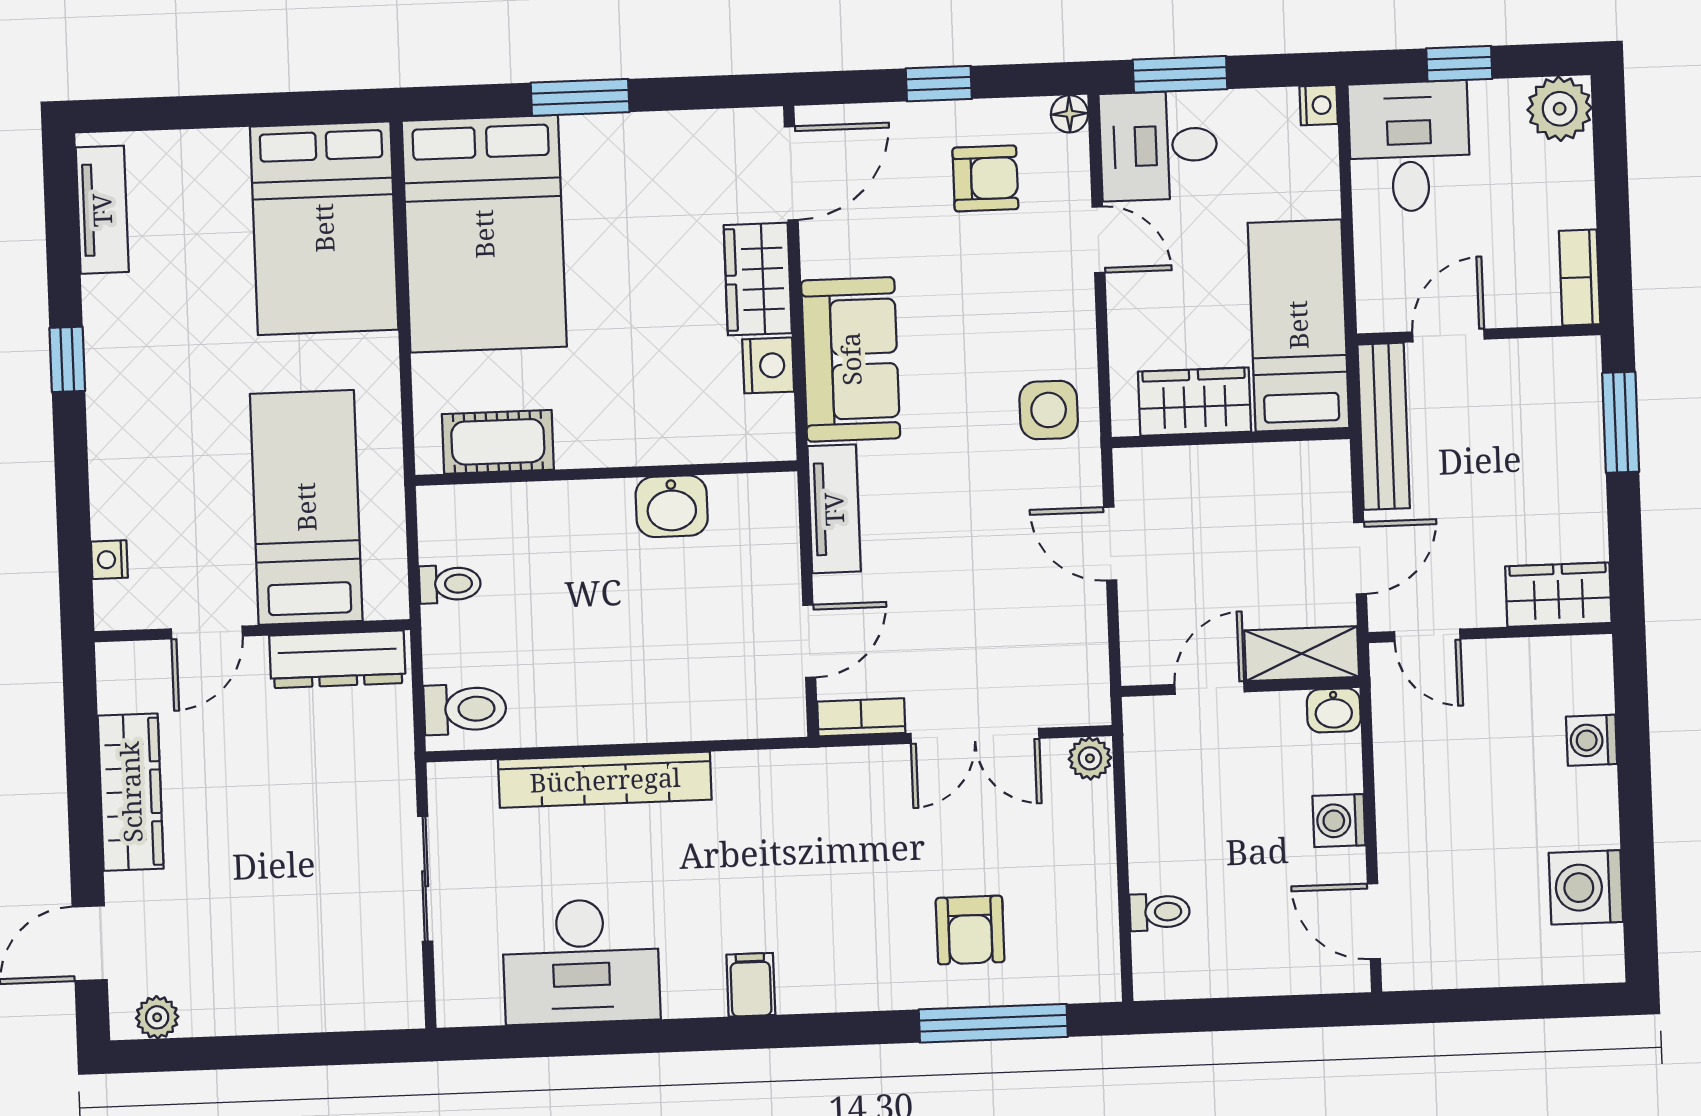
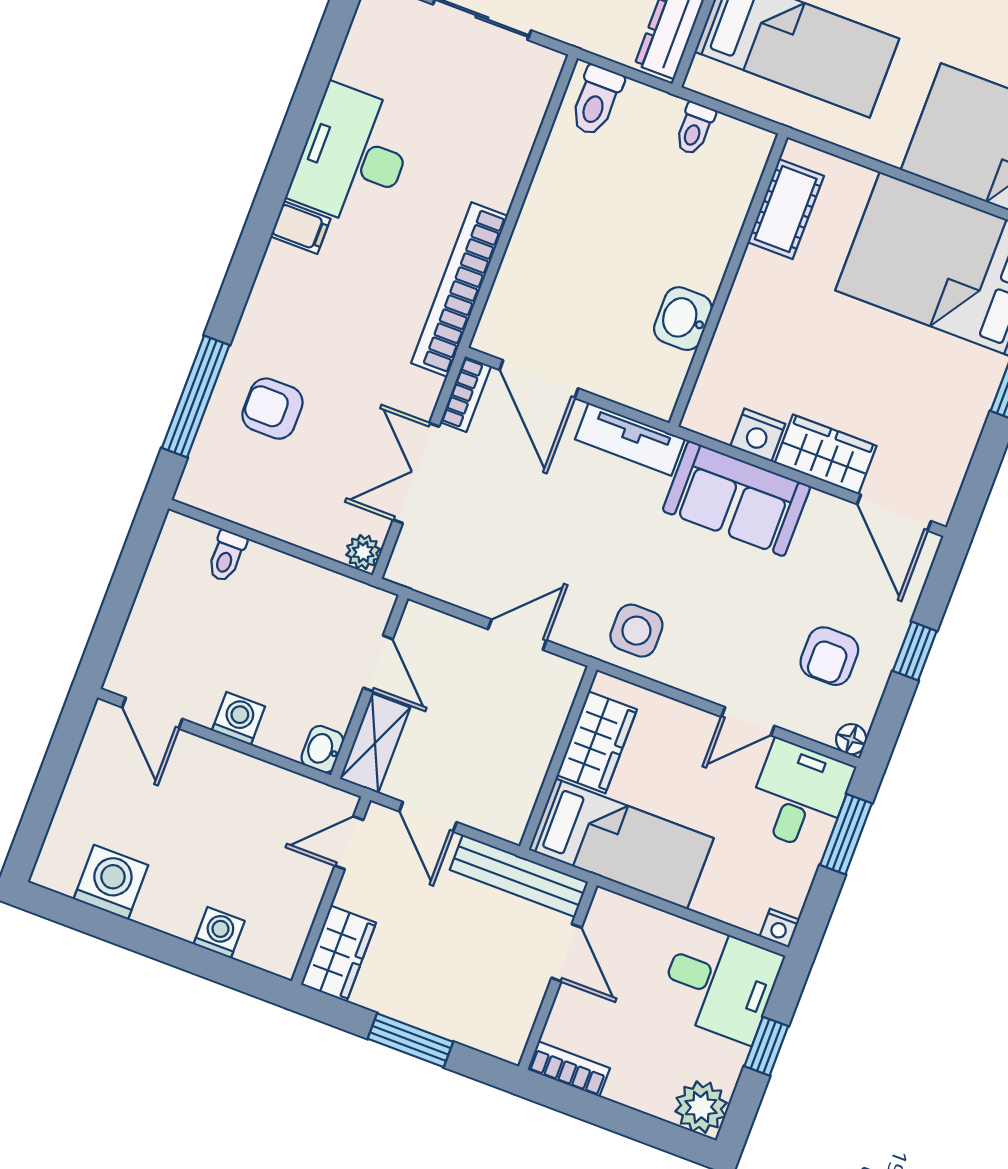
window: (1621, 422) -> (410, 1040), moved
door: (809, 641) -> (539, 379), width x1.38
bookcase: (605, 780) -> (459, 289), moved
door: (1374, 921) -> (152, 713), swing flipped
desk: (581, 961) -> (353, 156), moved

